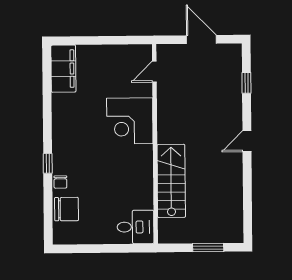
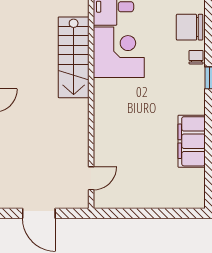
filing cabinet: (63, 69) -> (192, 141), moved
corner desk: (130, 121) -> (119, 52), moved

